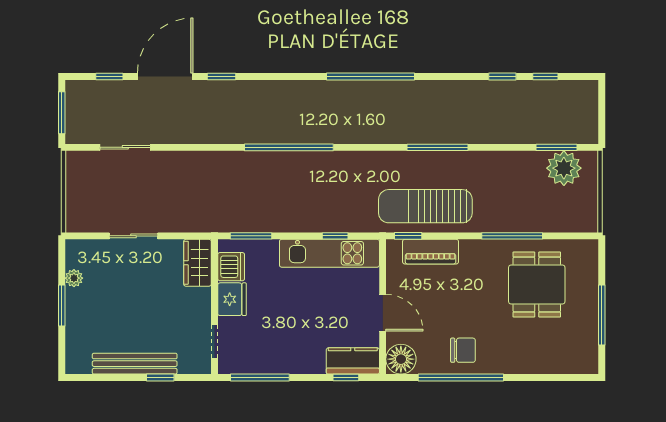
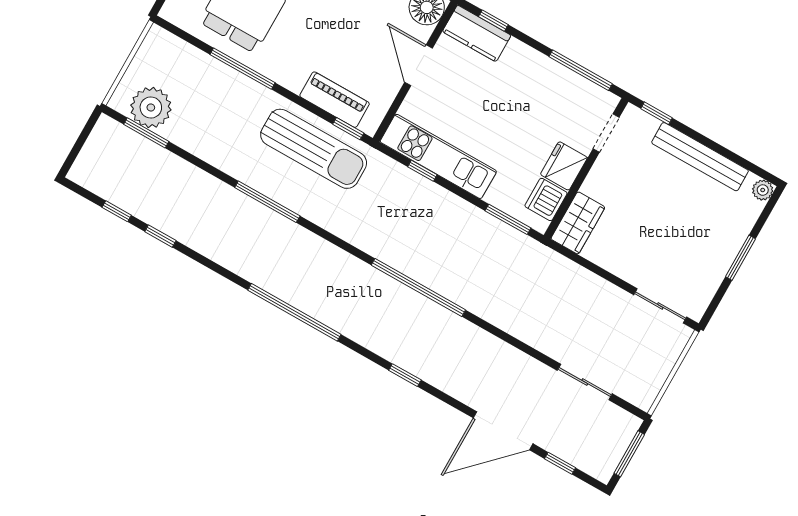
window: (222, 77) -> (405, 375), moved
sliding door: (134, 236) -> (660, 306), moved
plant: (74, 278) -> (763, 190), moved
window: (160, 377) -> (656, 113), moved

